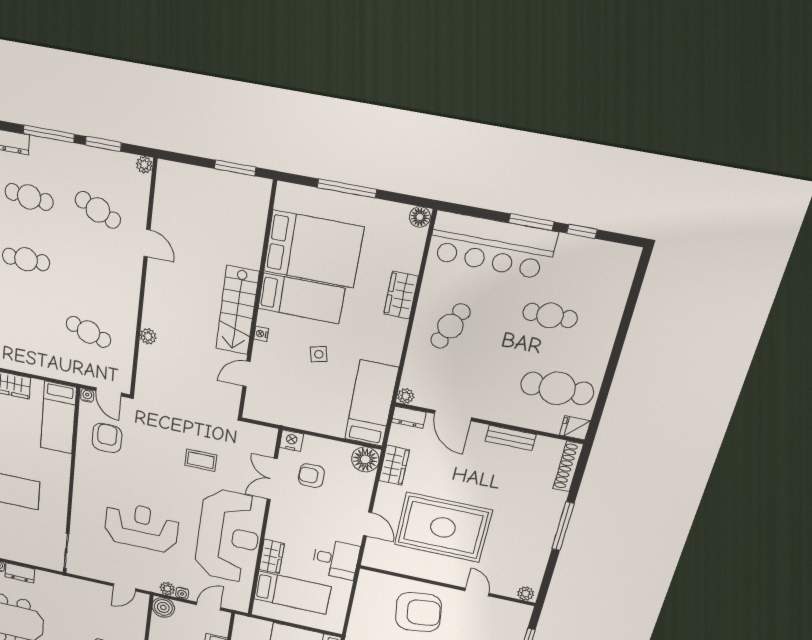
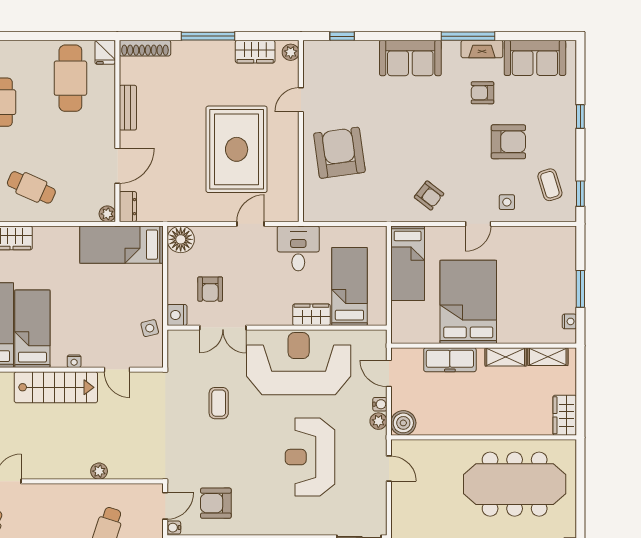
side table: (319, 354) -> (150, 328), moved
wardrobe: (394, 465) -> (255, 52), moved, turned 180

